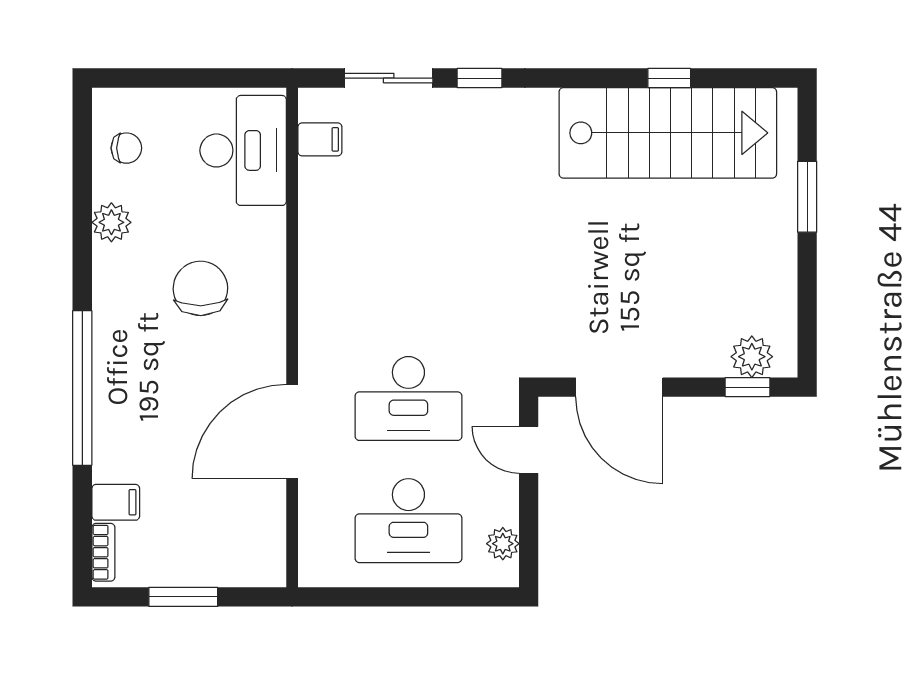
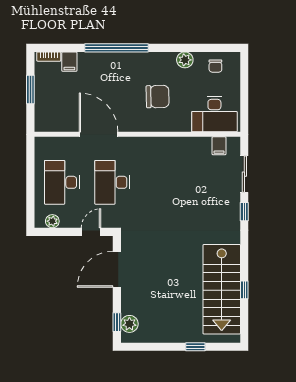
window: (807, 197) -> (195, 347), width x0.67

